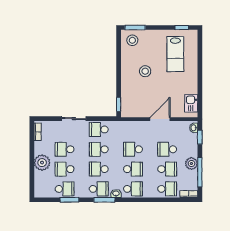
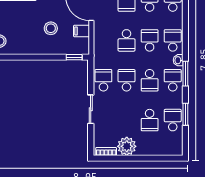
stool: (145, 71) -> (51, 28), moved
filing cabinet: (141, 111) -> (82, 31), added
school desk: (99, 129) -> (103, 80), turned 180
school desk: (65, 149) -> (127, 120), removed
school desk: (99, 149) -> (127, 80), turned 180
plant: (42, 163) -> (127, 146), moved

